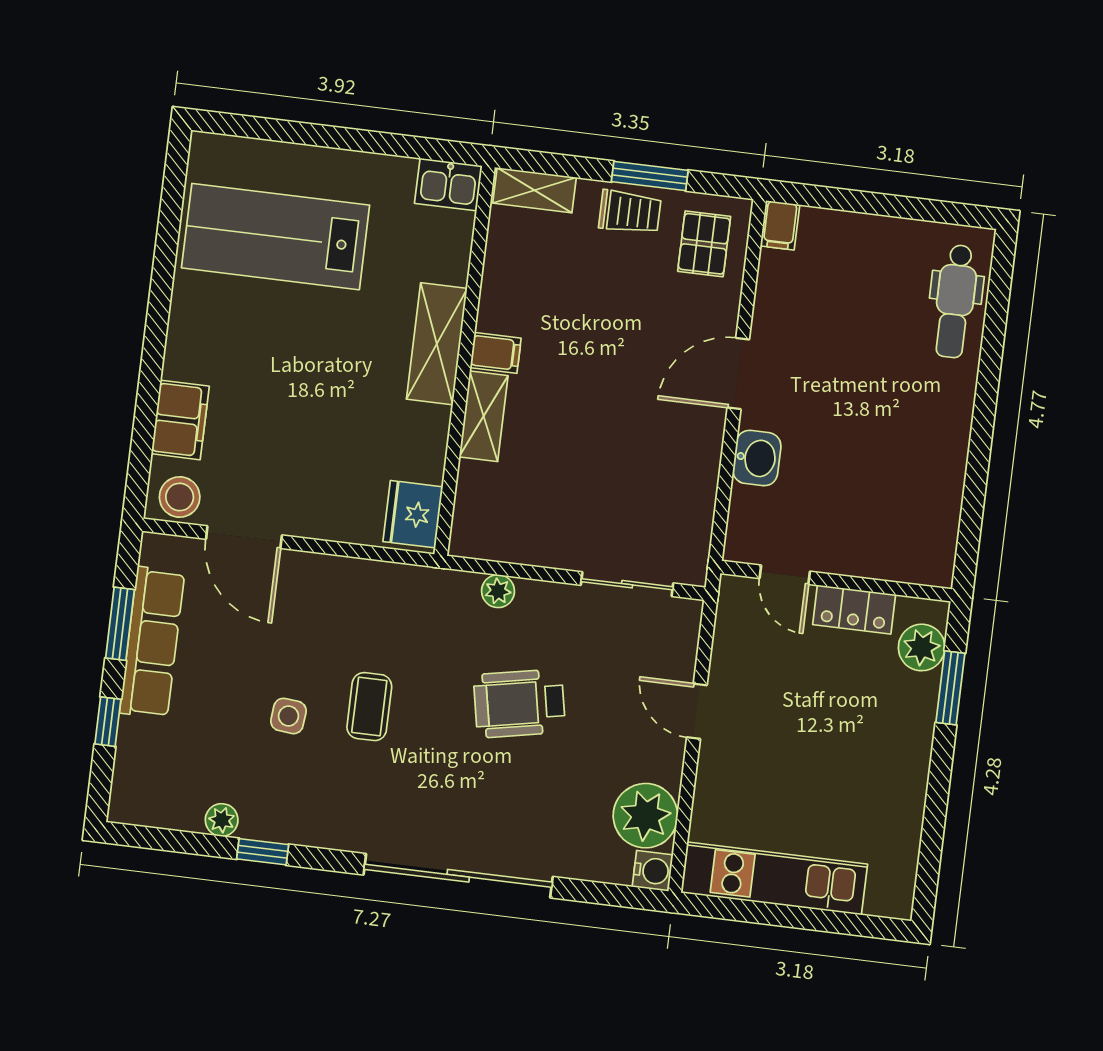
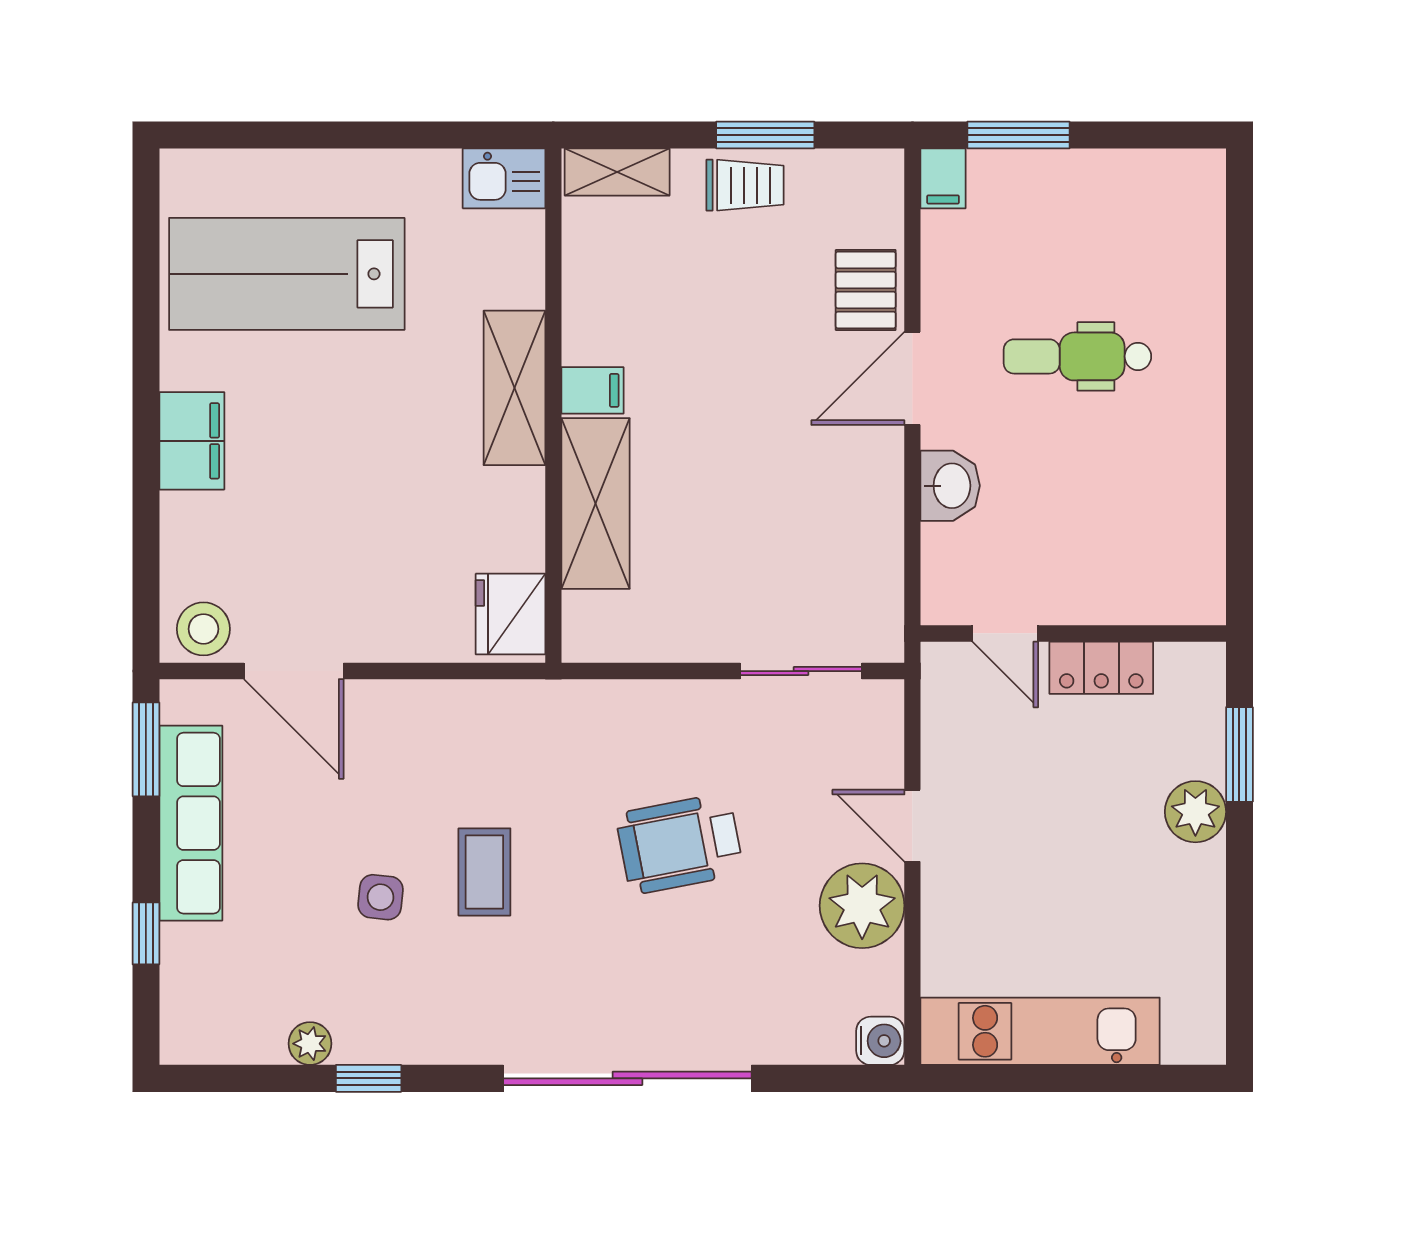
window: (841, 200) -> (1018, 135), added
pallet: (704, 244) -> (866, 290), moved
dental chair: (955, 301) -> (1077, 356), moved, turned 90
shelving: (484, 416) -> (596, 504), width x1.50, depth x1.33
filing cabinet: (180, 420) -> (192, 441), moved
plant: (498, 591) -> (634, 701), removed
window: (120, 624) -> (146, 749), moved
plant: (922, 647) -> (1195, 812), moved
plant: (645, 816) -> (862, 906), moved

